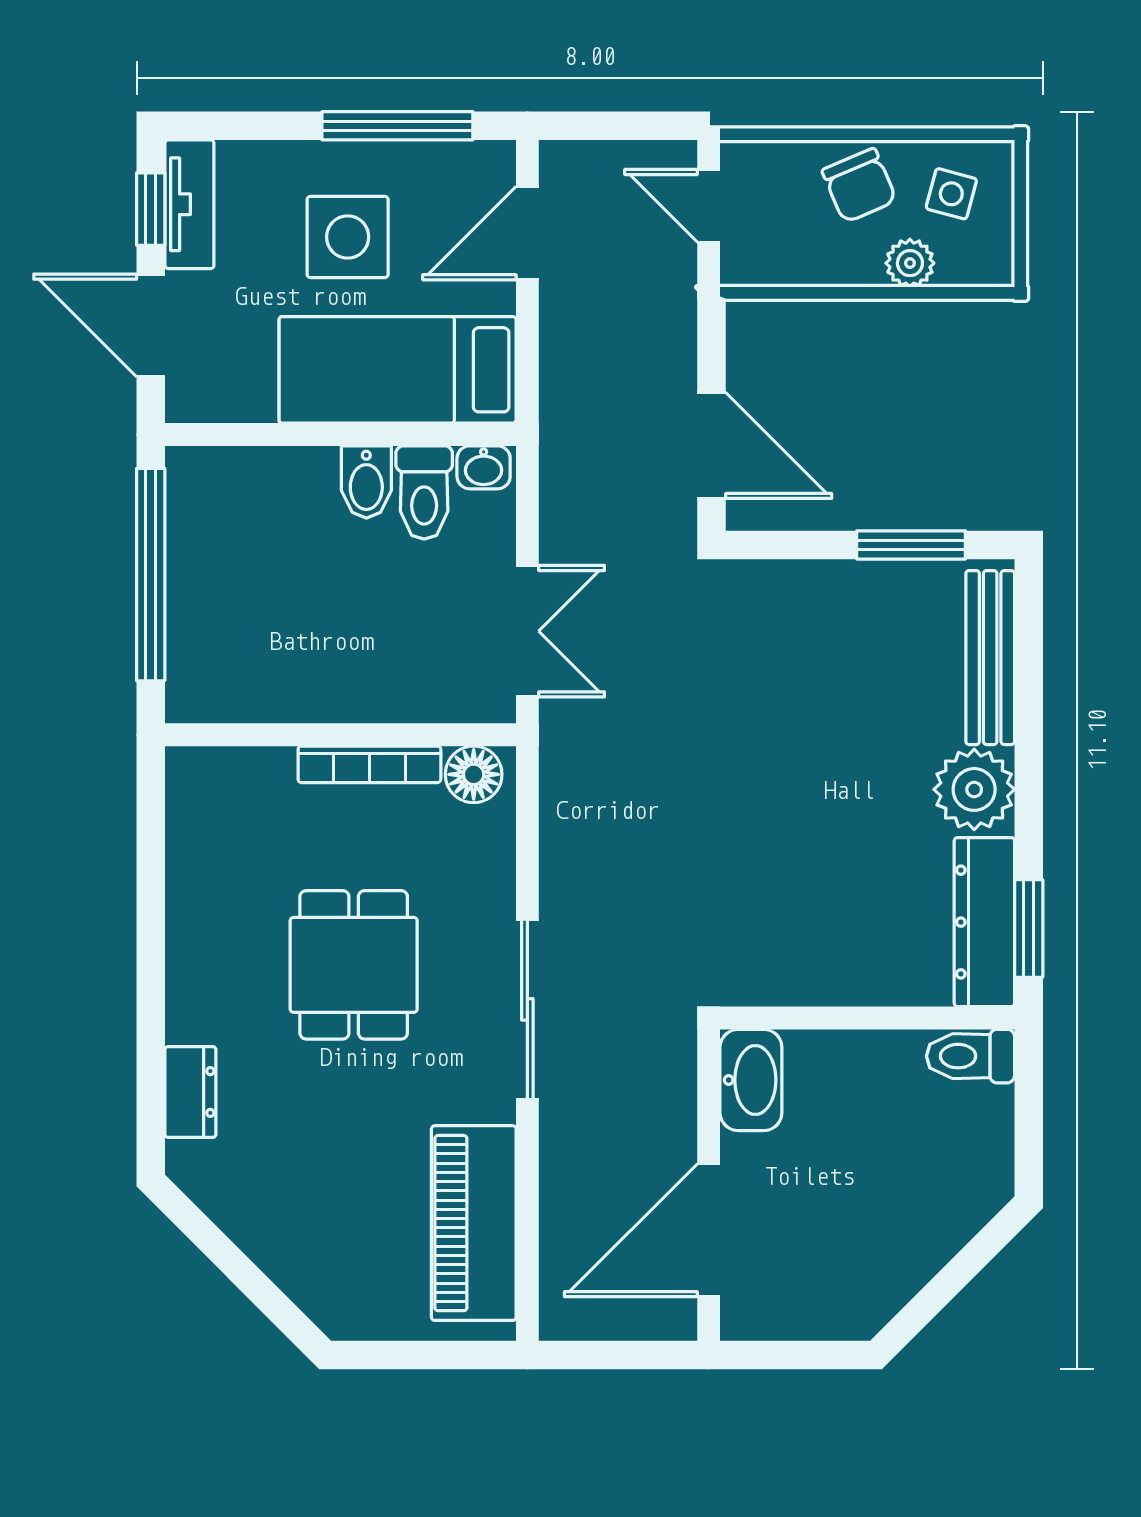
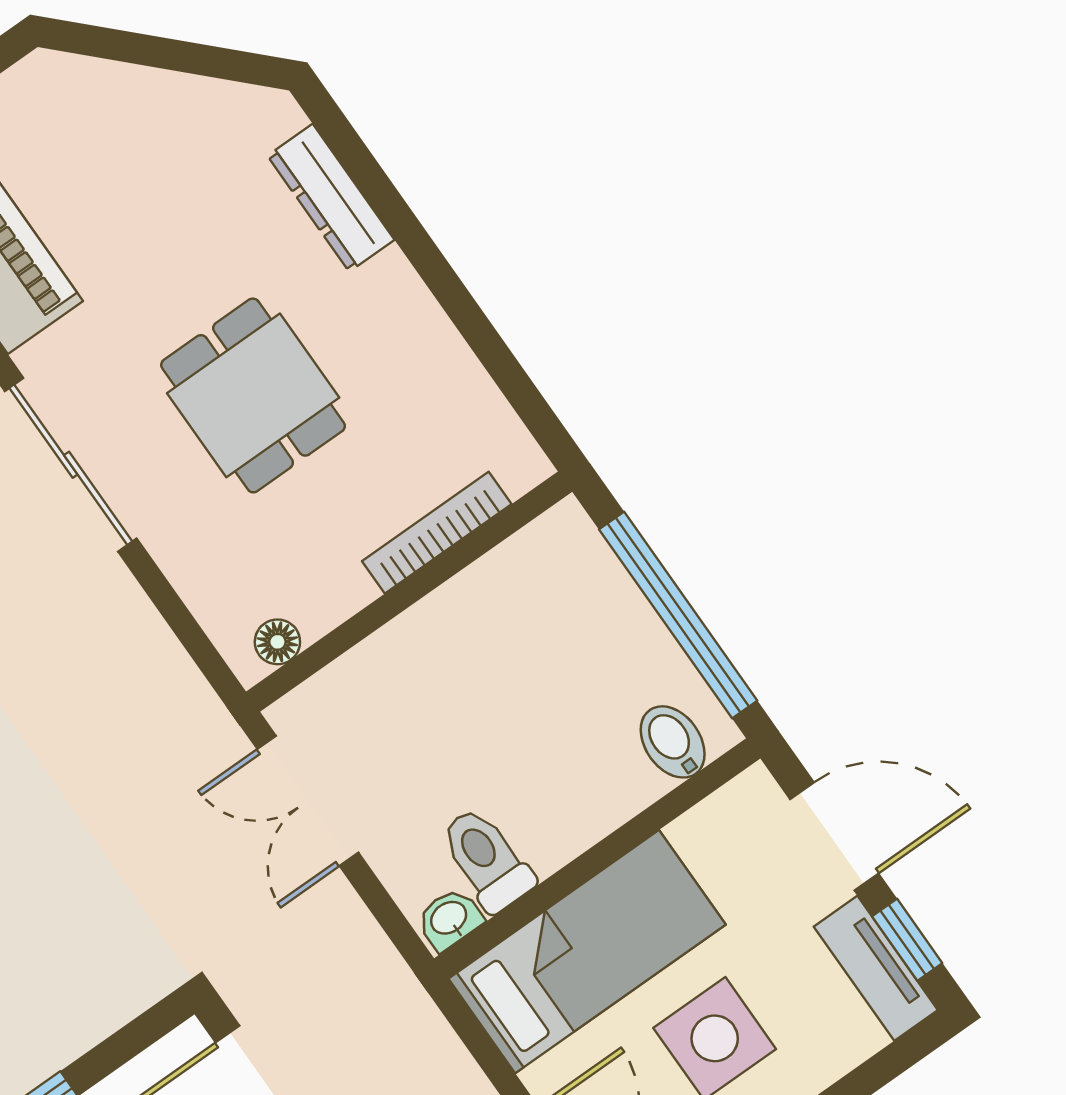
bidet: (366, 482) -> (673, 742), moved
bookcase: (369, 764) -> (437, 533), moved
floor lamp: (474, 774) -> (277, 642), width x0.73, depth x0.73
dresser: (190, 1092) -> (331, 198), width x1.44

